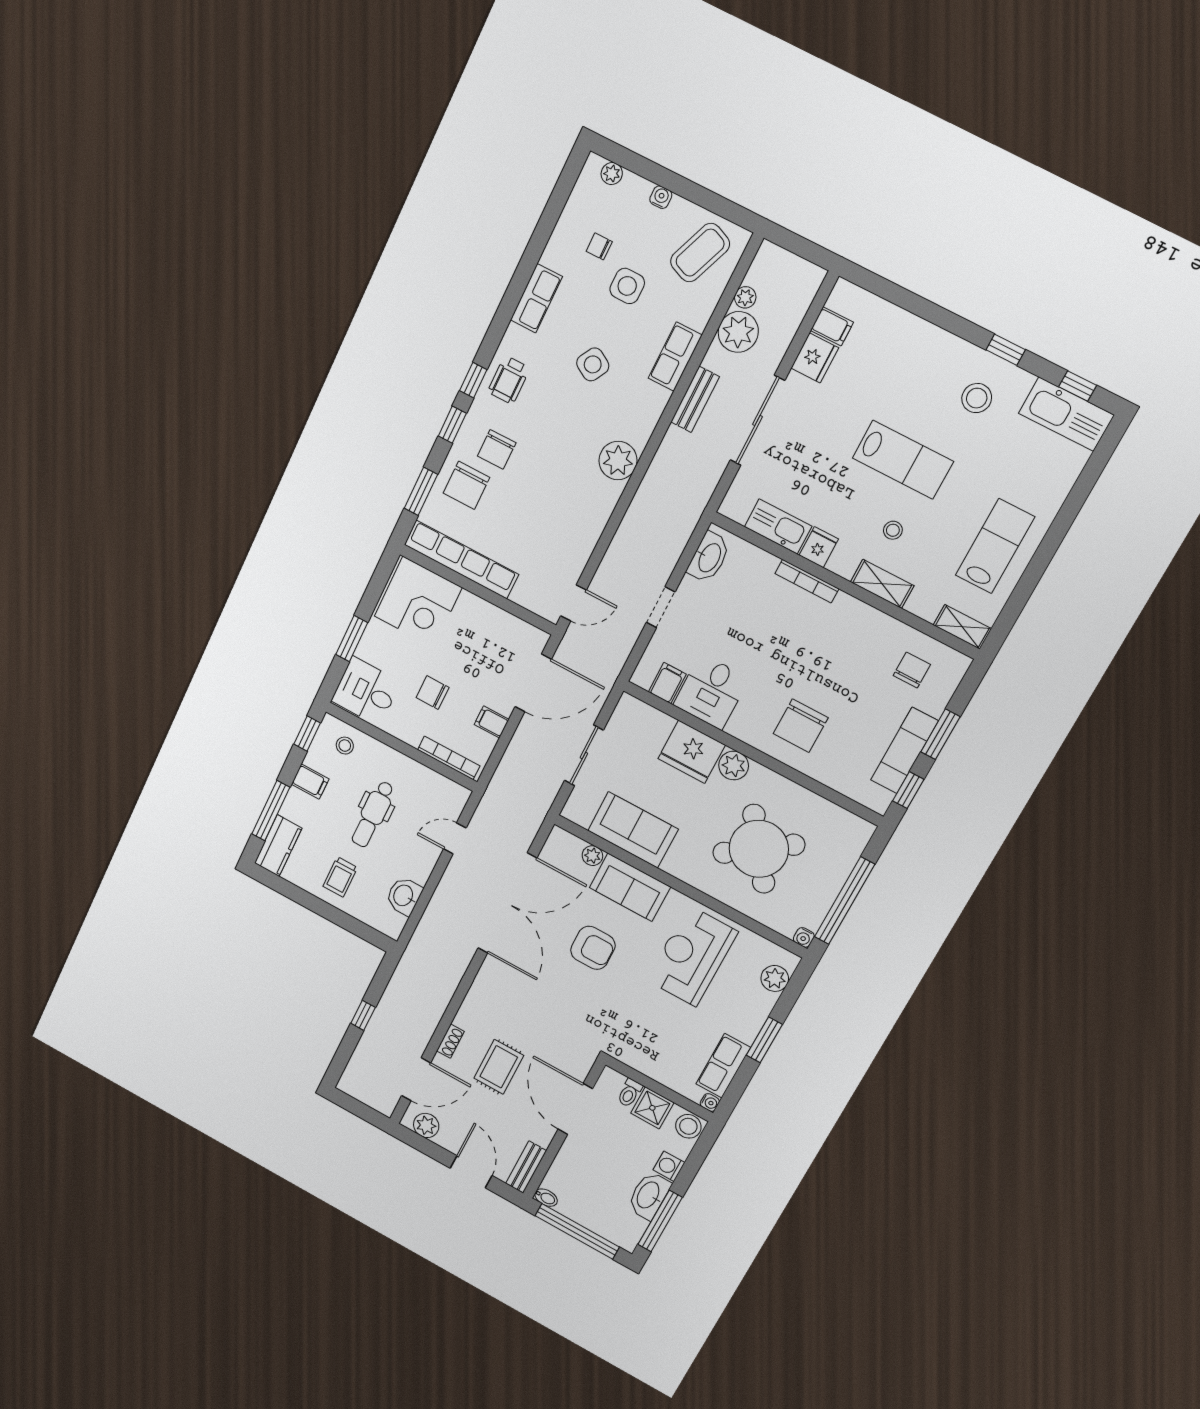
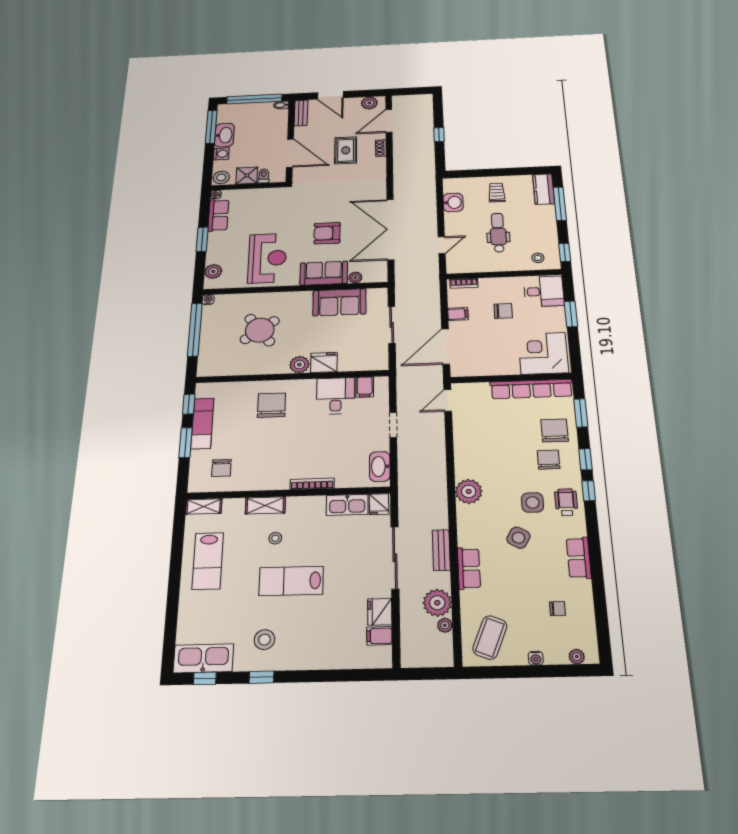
side table: (627, 286) -> (533, 503), moved
fridge: (819, 547) -> (379, 504), moved
fridge: (692, 752) -> (324, 362), width x0.73, depth x0.75
bookcase: (449, 758) -> (464, 283), width x0.64
filing cabinet: (310, 782) -> (546, 230), removed
round table: (759, 849) -> (260, 330), width x0.73, depth x0.73

